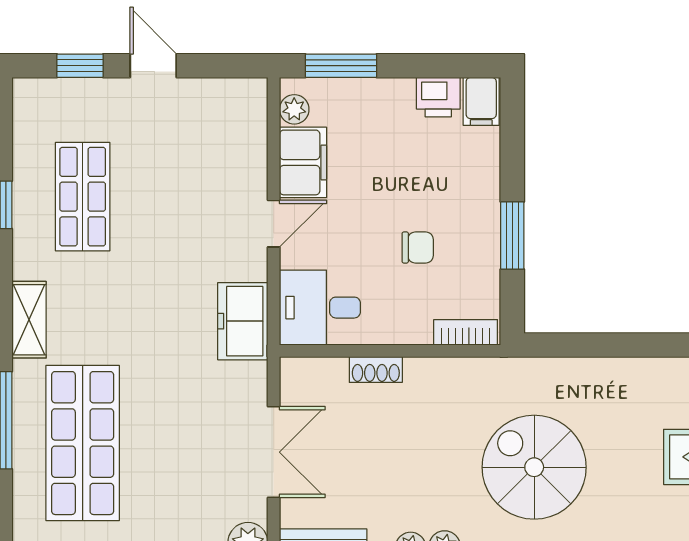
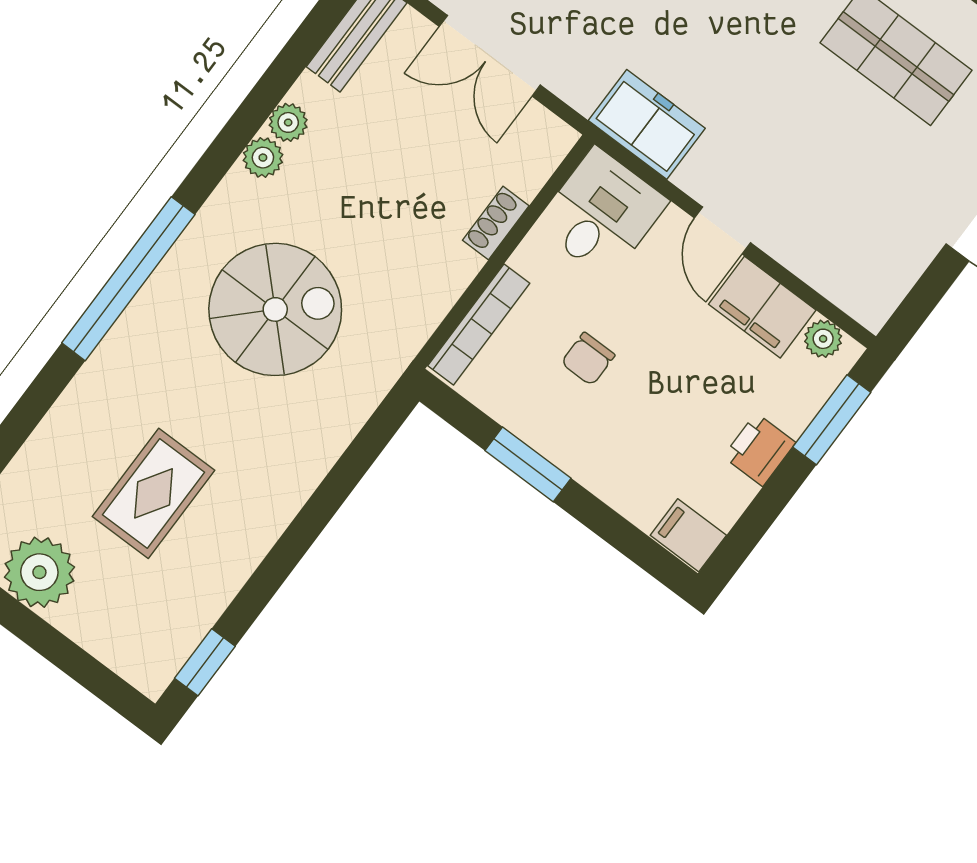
printer: (438, 97) -> (759, 450), moved
bookcase: (466, 332) -> (479, 325), width x1.56

